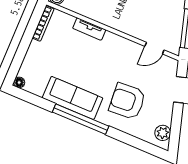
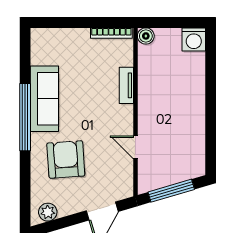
door: (154, 48) -> (135, 147), moved
floor lamp: (19, 82) -> (37, 34), removed

